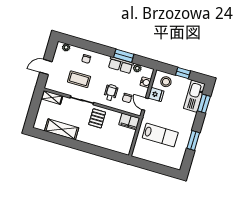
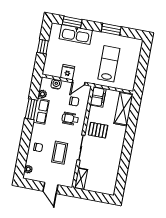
stool: (166, 82) -> (54, 63), removed
kitchen sink: (194, 96) -> (76, 35), moved
shelving: (62, 129) -> (124, 109), moved

